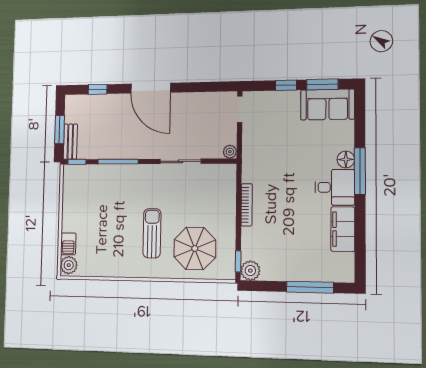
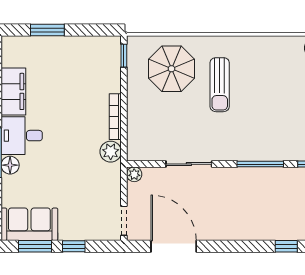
door: (151, 88) -> (174, 246), moved
plant: (250, 271) -> (111, 152), moved
window: (310, 287) -> (47, 30), width x0.69

